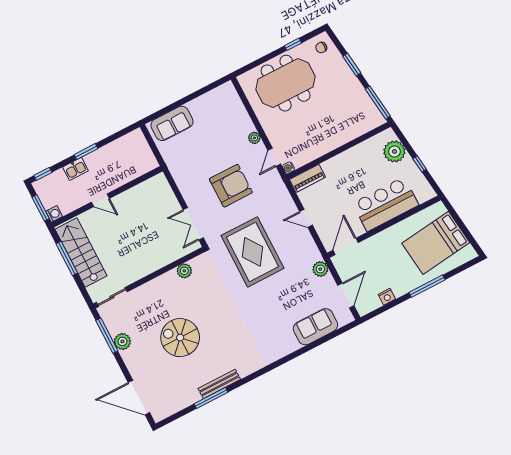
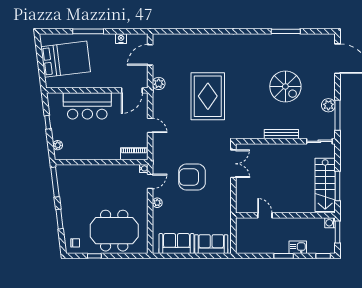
plant: (394, 151) -> (58, 145), width x0.53, depth x0.53
door: (100, 200) -> (265, 215), moved
rug: (252, 252) -> (208, 96), moved
plant: (184, 271) -> (257, 133), removed
sofa: (315, 327) -> (177, 243), moved, turned 180
bench: (219, 384) -> (281, 134), moved

